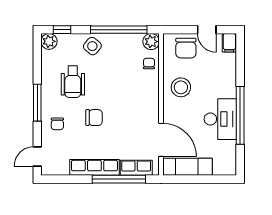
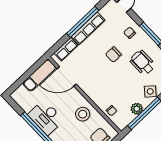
plant: (151, 42) -> (137, 109), moved
window: (119, 179) -> (83, 22), moved

